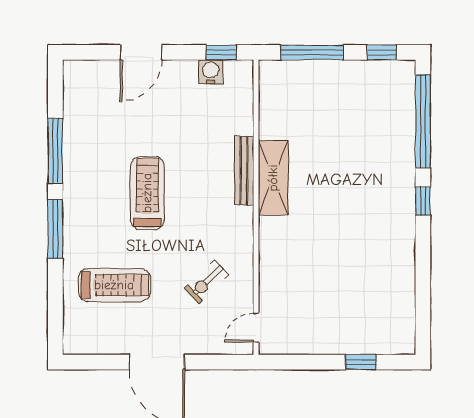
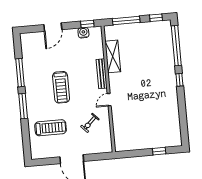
shelving: (273, 178) -> (113, 56), moved
treadmill: (147, 193) -> (61, 87), turned 180
door: (256, 328) -> (109, 100), moved

